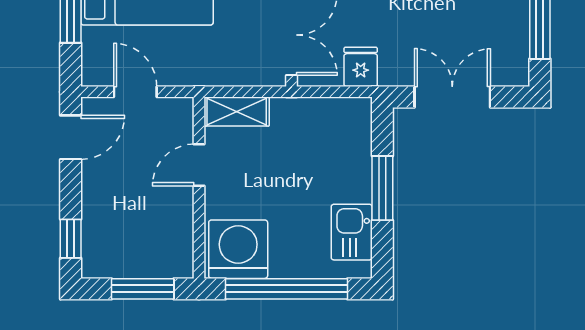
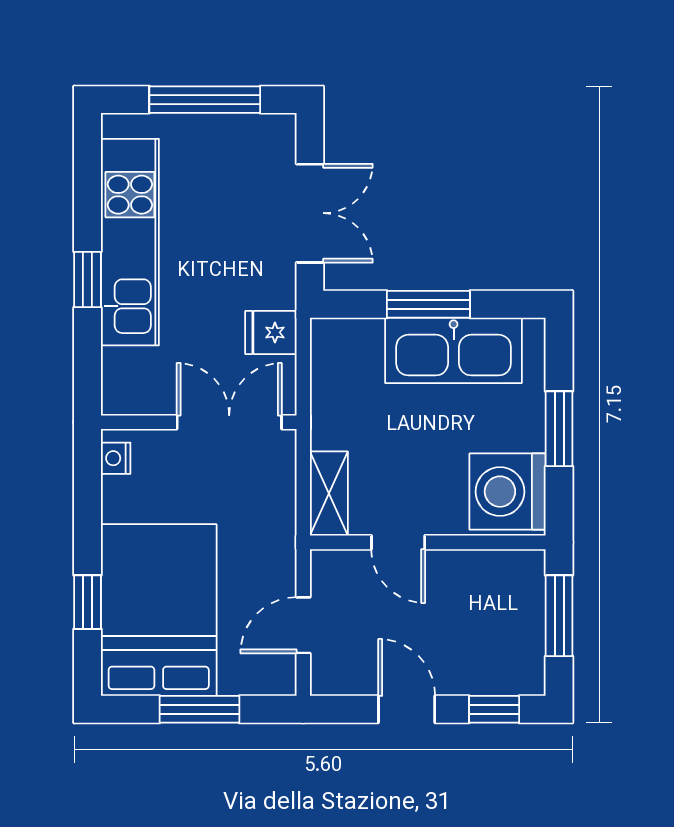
double door: (452, 97) -> (310, 213), swing flipped
door: (71, 137) -> (407, 709), moved
kitchen sink: (352, 232) -> (454, 350), width x1.87, depth x1.24
window: (287, 289) -> (559, 429), width x0.47

